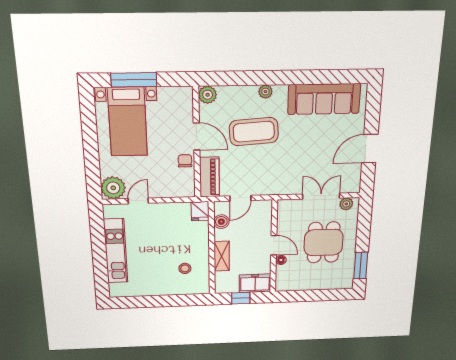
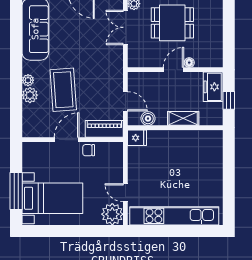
plant: (208, 95) -> (30, 95), moved
kitchen unit: (116, 251) -> (174, 216), width x1.36
stool: (185, 268) -> (195, 153), removed

